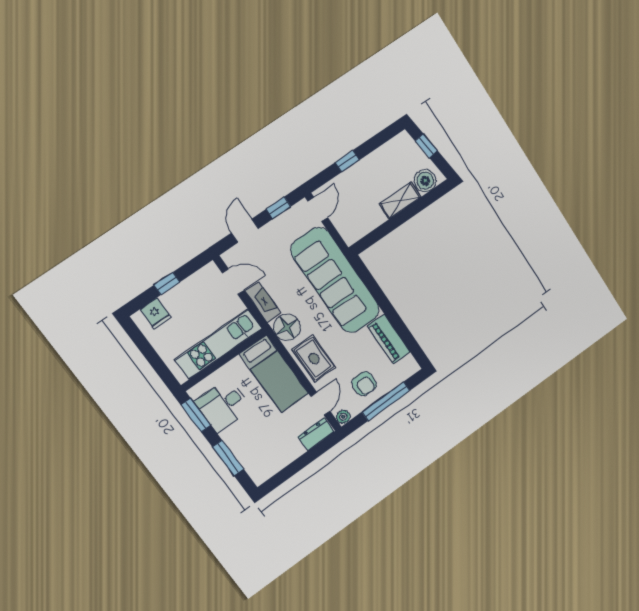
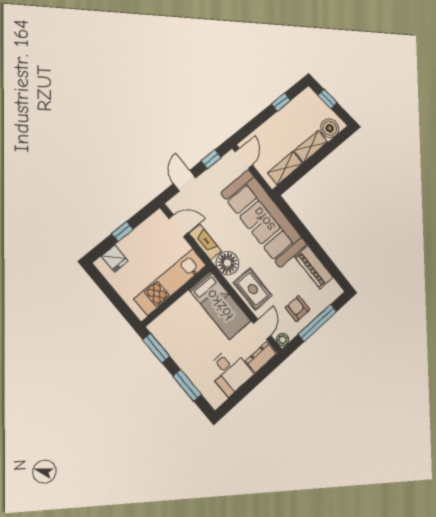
window: (347, 161) -> (281, 102), moved
shelving: (366, 224) -> (285, 168), added
armchair: (364, 384) -> (298, 309), turned 180
desk: (223, 405) -> (230, 372), moved, turned -90

